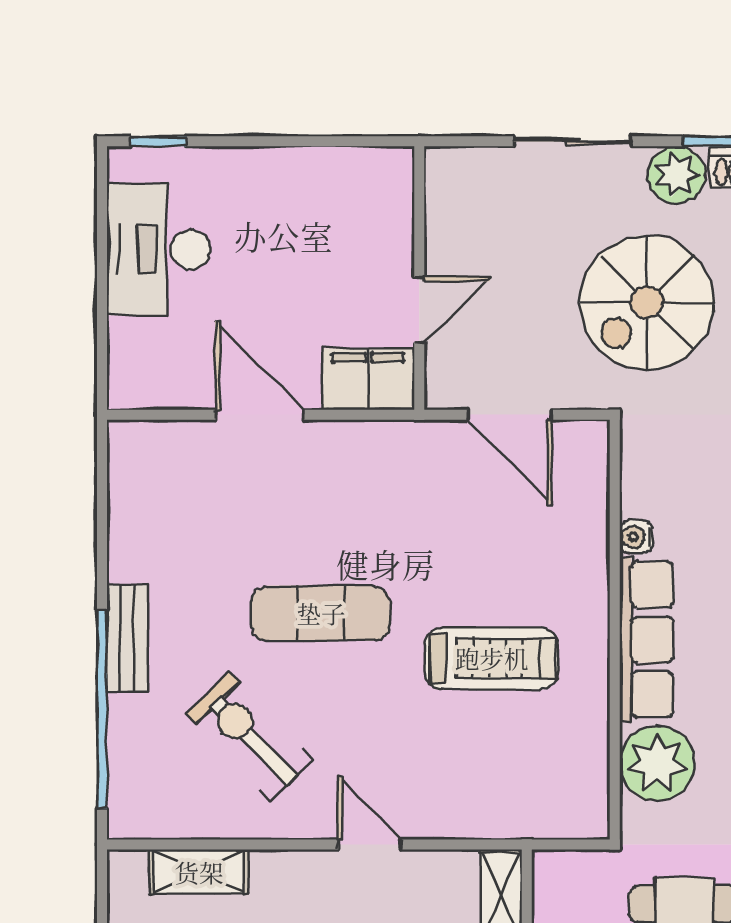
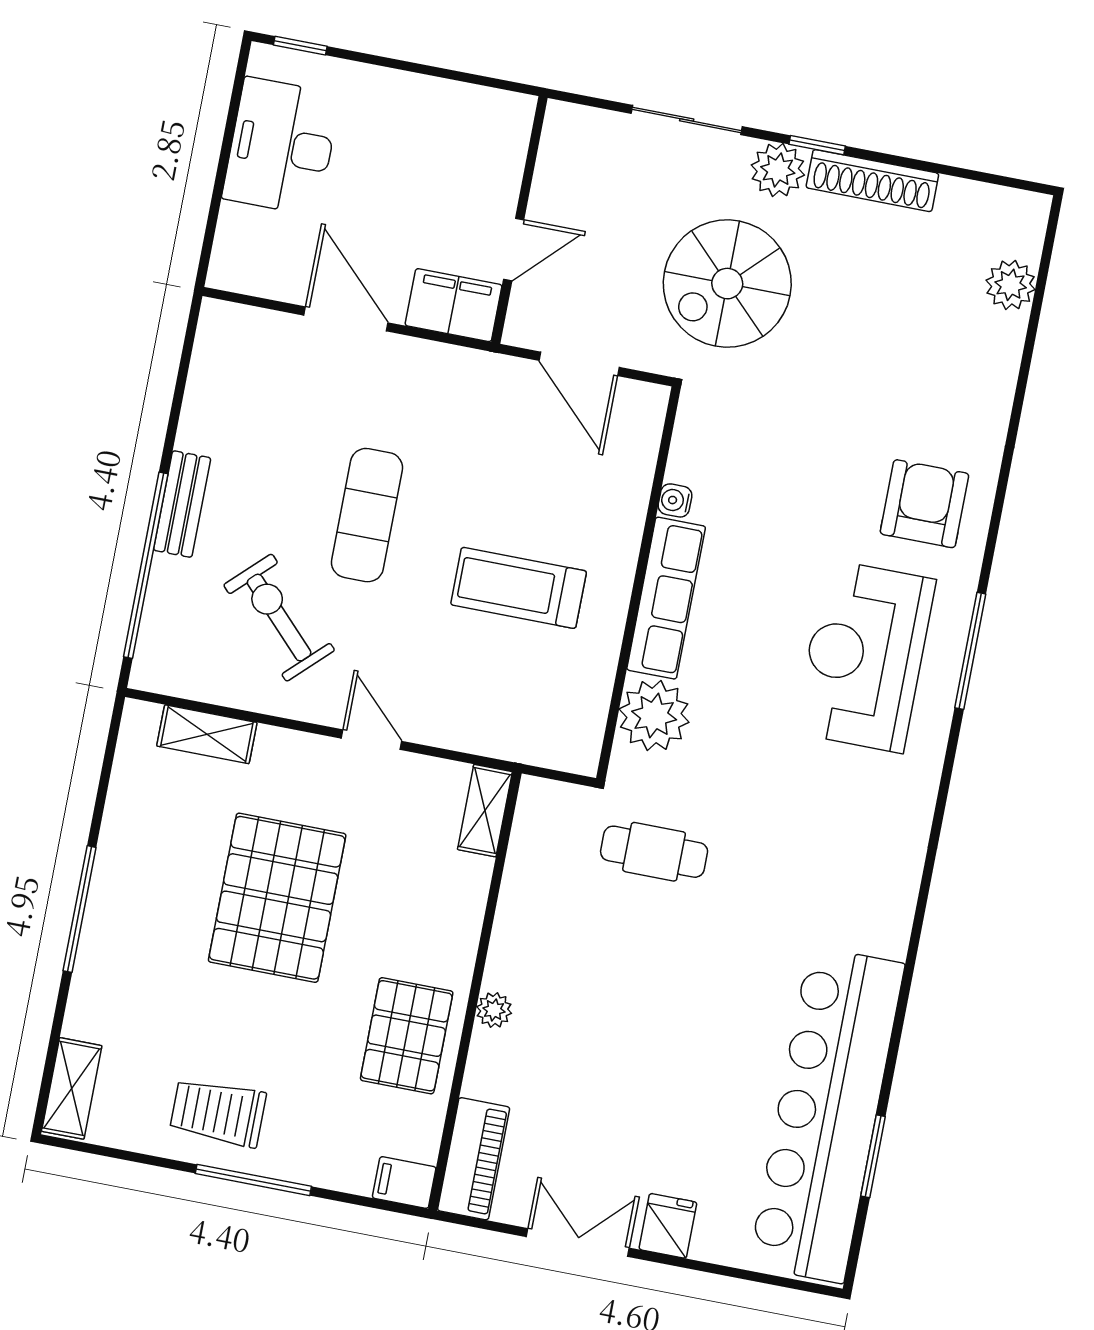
exercise mat: (321, 613) -> (367, 515), turned 90
treadmill: (492, 658) -> (519, 588), turned 180

